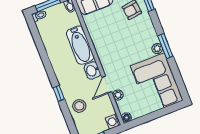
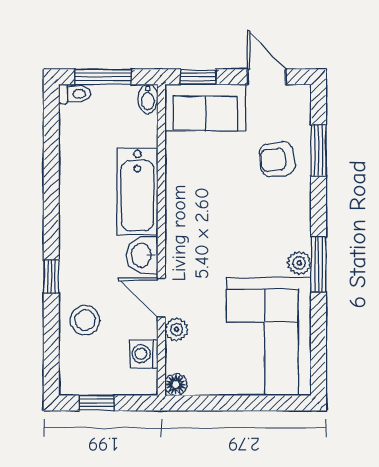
door: (107, 85) -> (161, 298), hinge flipped
washing machine: (113, 121) -> (144, 354), moved

